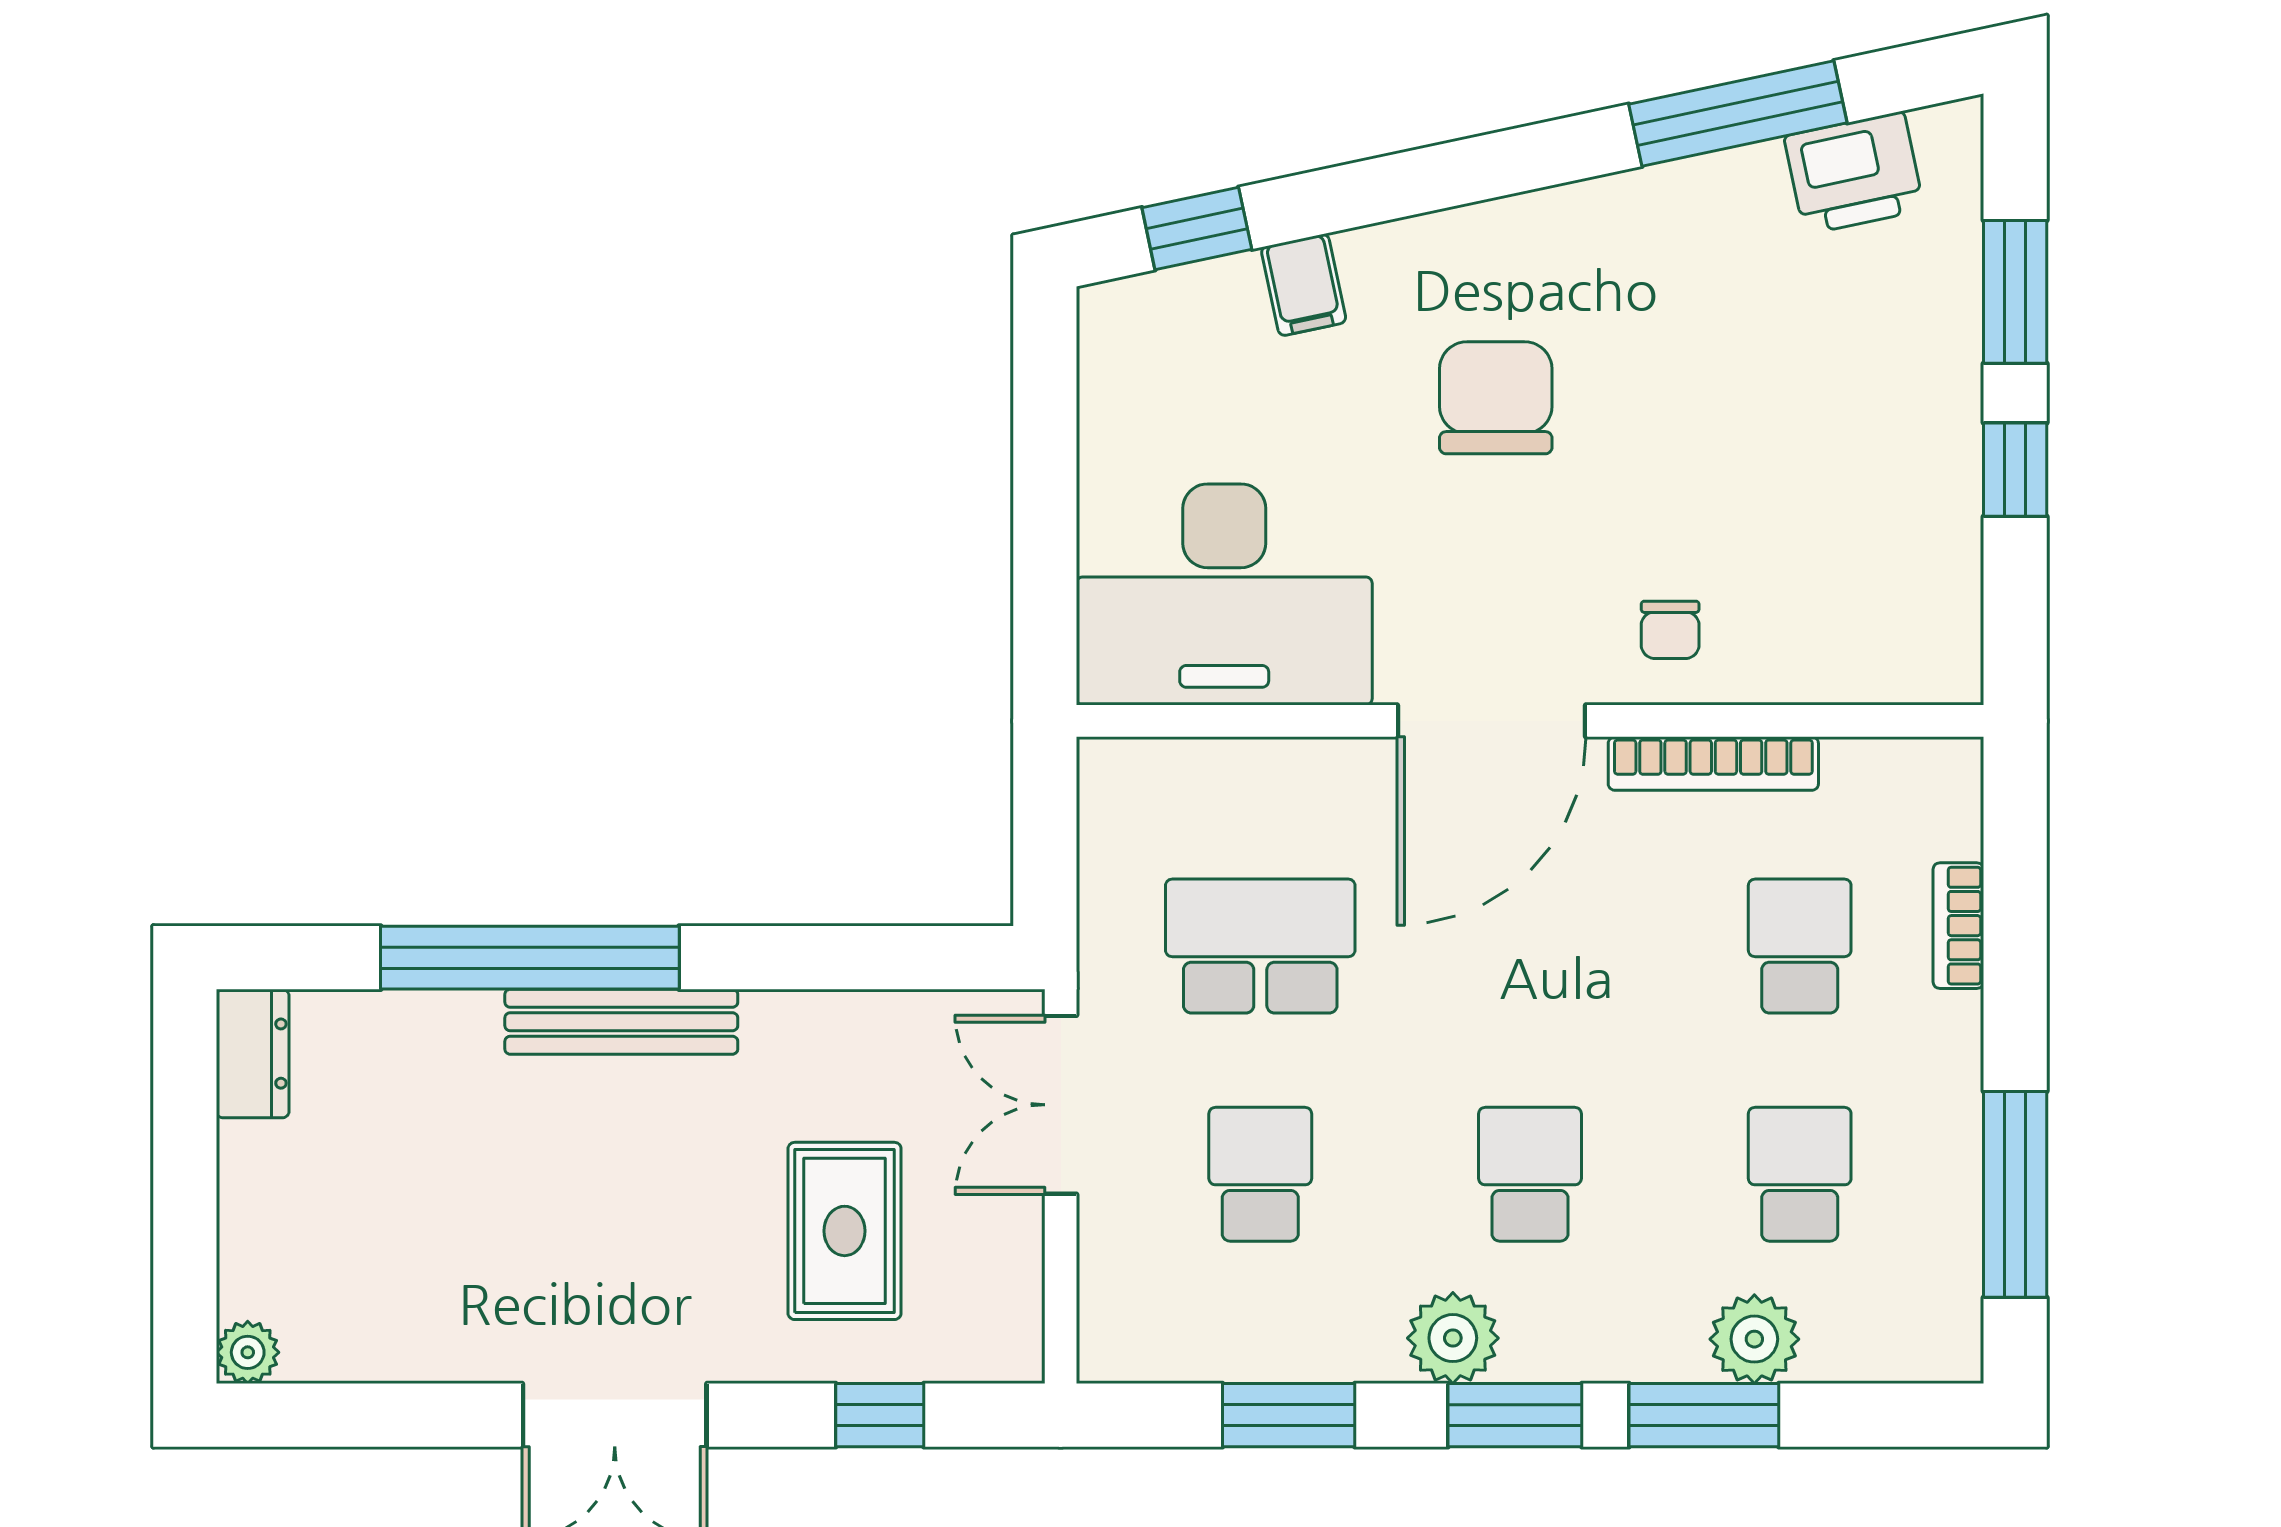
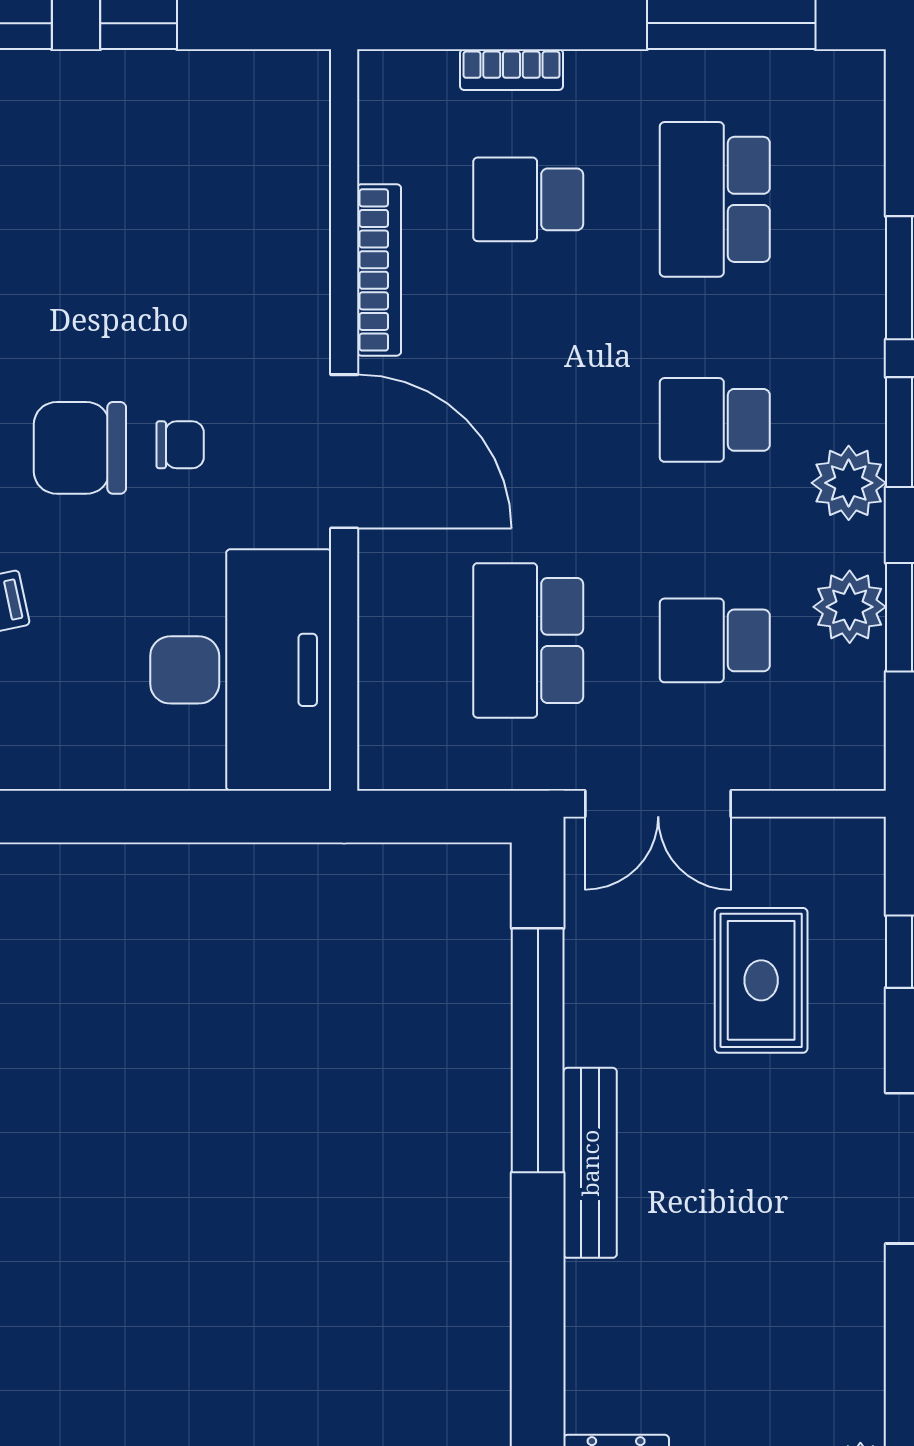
chair: (1670, 630) -> (180, 445), moved
window: (530, 958) -> (538, 1050), moved
school desk: (1800, 1174) -> (715, 199), width x1.85
rug: (845, 1231) -> (761, 980), turned 90
plant: (1754, 1339) -> (850, 607), moved

